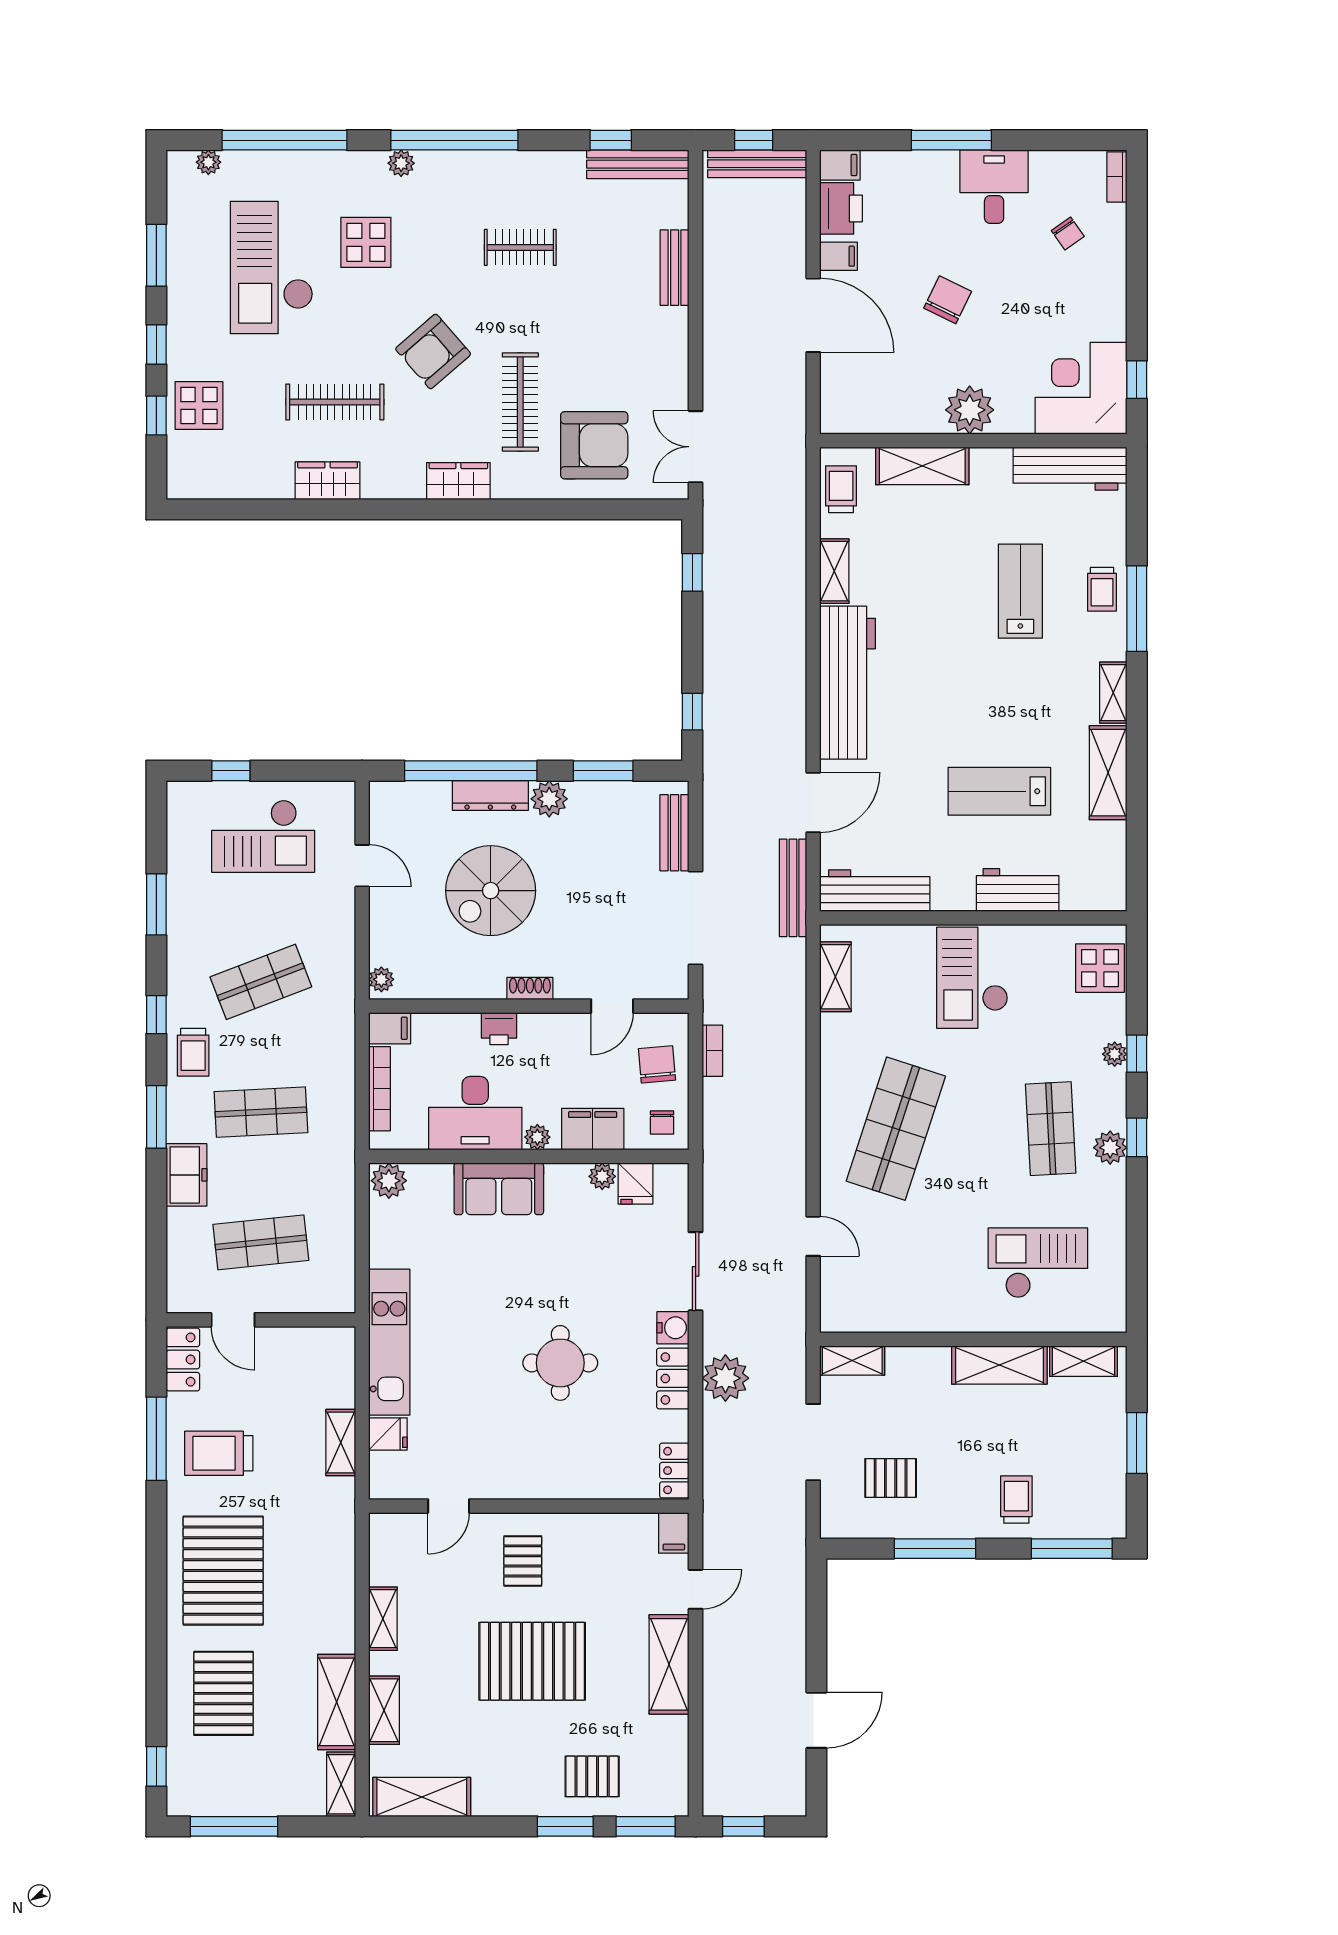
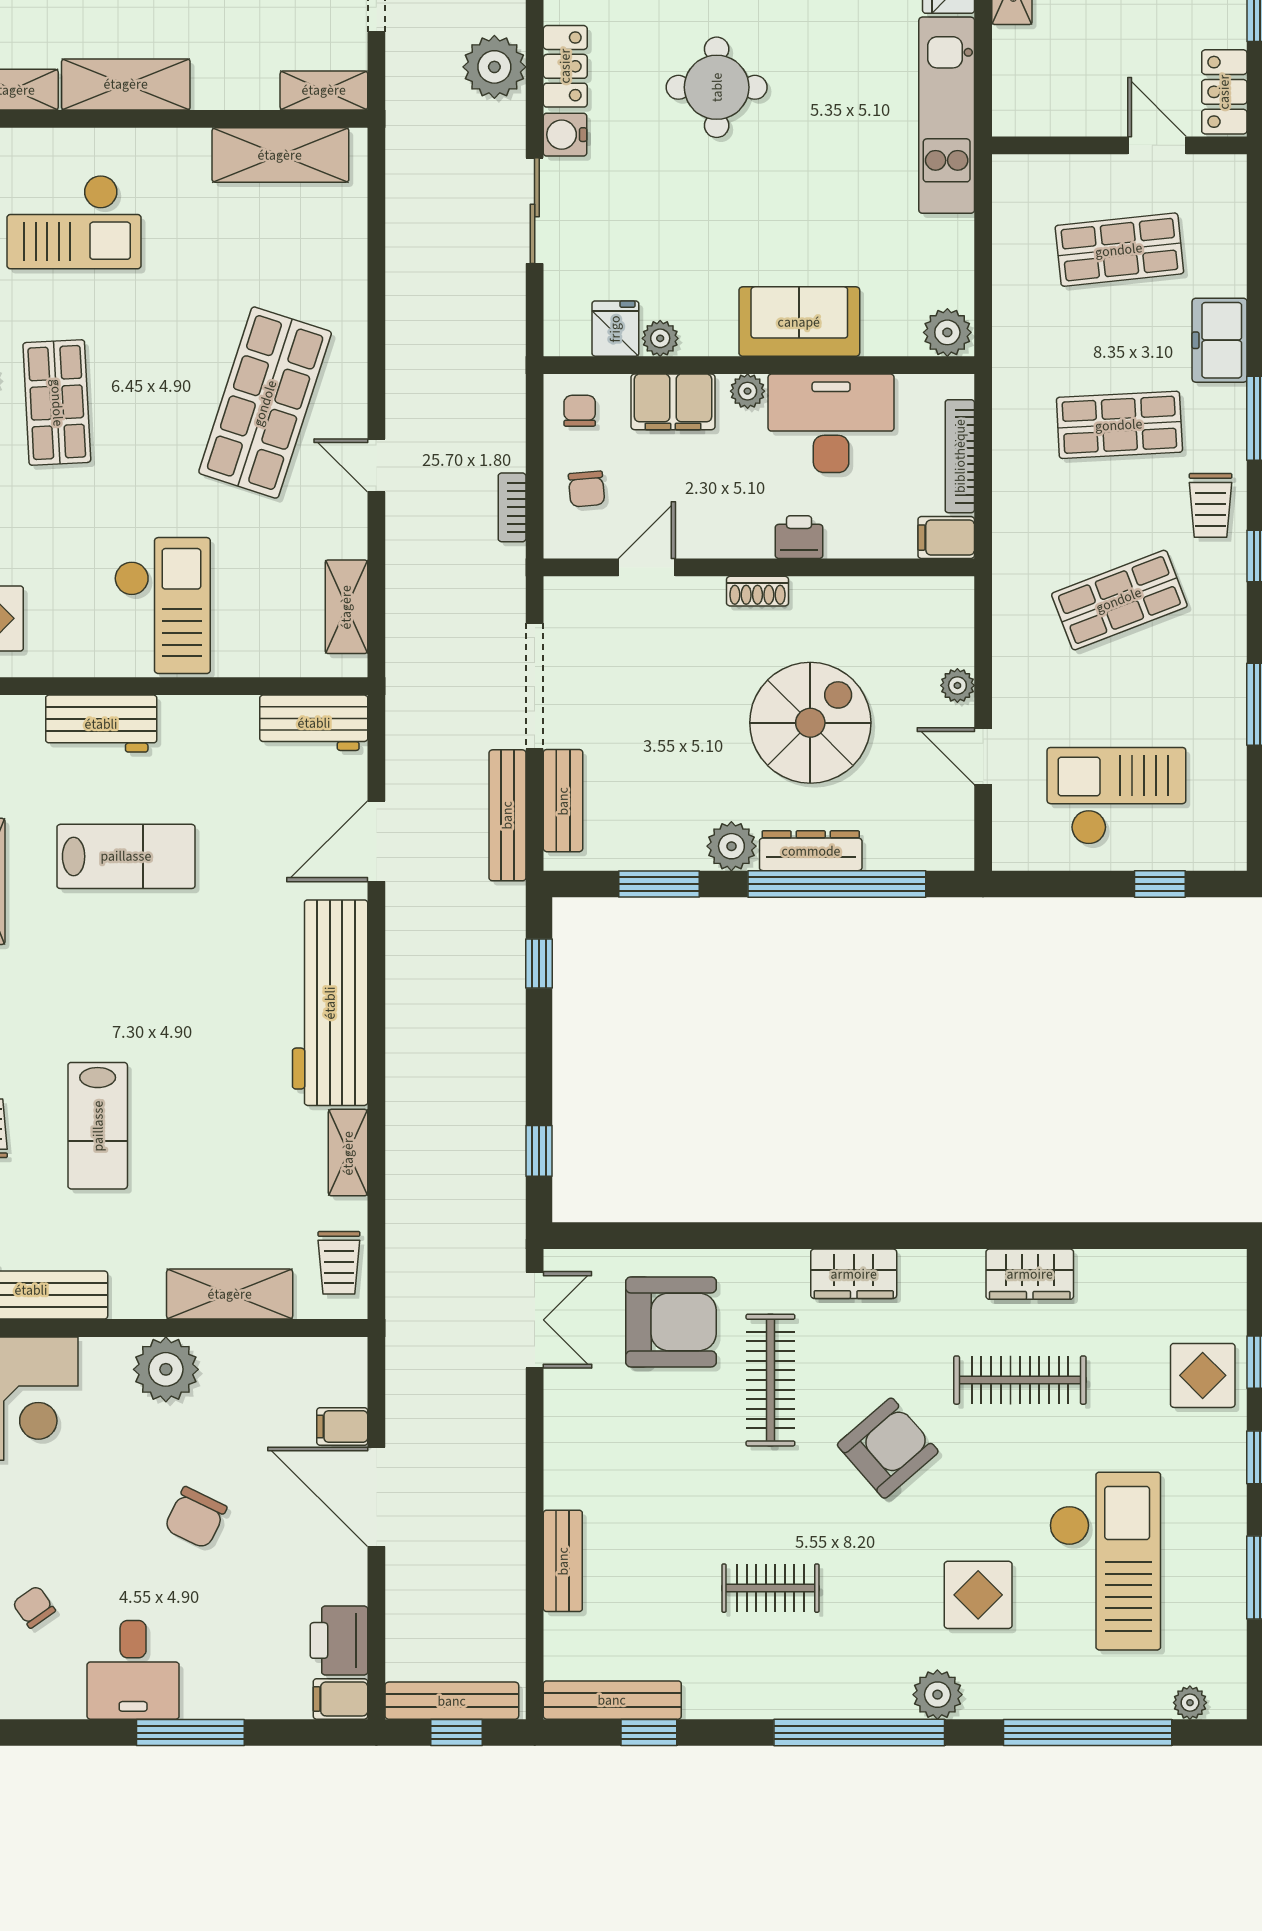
plant: (401, 163) -> (937, 1695), width x1.38, depth x1.38
filing cabinet: (839, 256) -> (342, 1426), moved
armchair: (594, 445) -> (671, 1322), turned 180
bench: (793, 888) -> (507, 815), moved
workbench: (875, 891) -> (314, 723), width x0.73
plant: (381, 979) -> (957, 685), moved
trolley: (193, 1052) -> (1211, 505), turned 180
chair: (657, 1064) -> (587, 489), width x0.73, depth x0.73
door: (813, 1236) -> (376, 465), moved
shelving: (885, 1313) -> (280, 155), added

